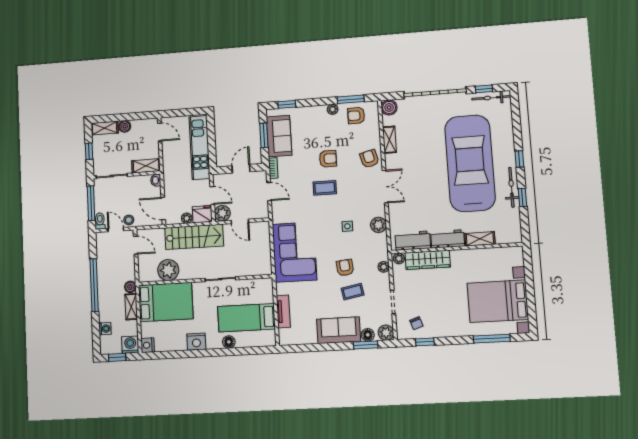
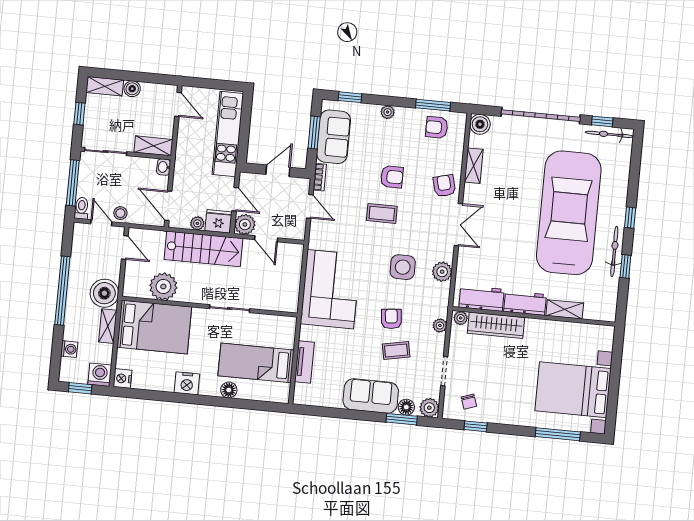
plant: (333, 109) -> (388, 112), moved
side table: (347, 226) -> (403, 267), width x1.87, depth x1.87
boiler: (130, 287) -> (104, 293), width x1.86, depth x1.86

